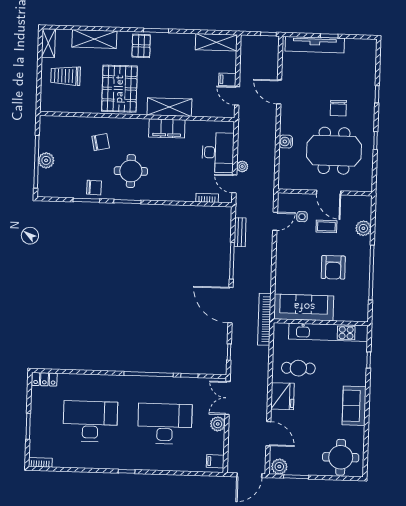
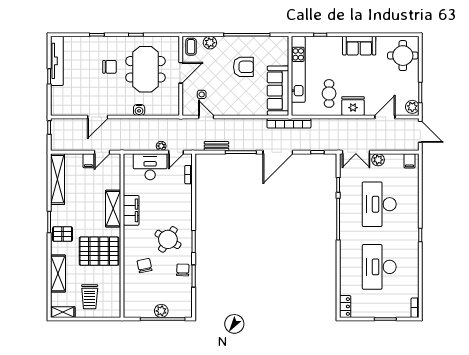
shelving: (216, 42) -> (58, 179), width x1.47
tv unit: (315, 45) -> (57, 61), moved
round table: (131, 171) -> (168, 239), turned 31
coffee table: (326, 226) -> (191, 47), moved

